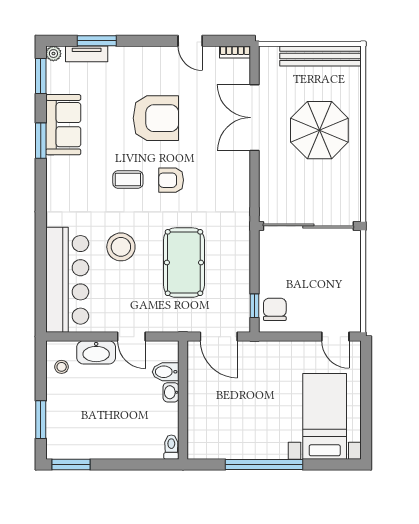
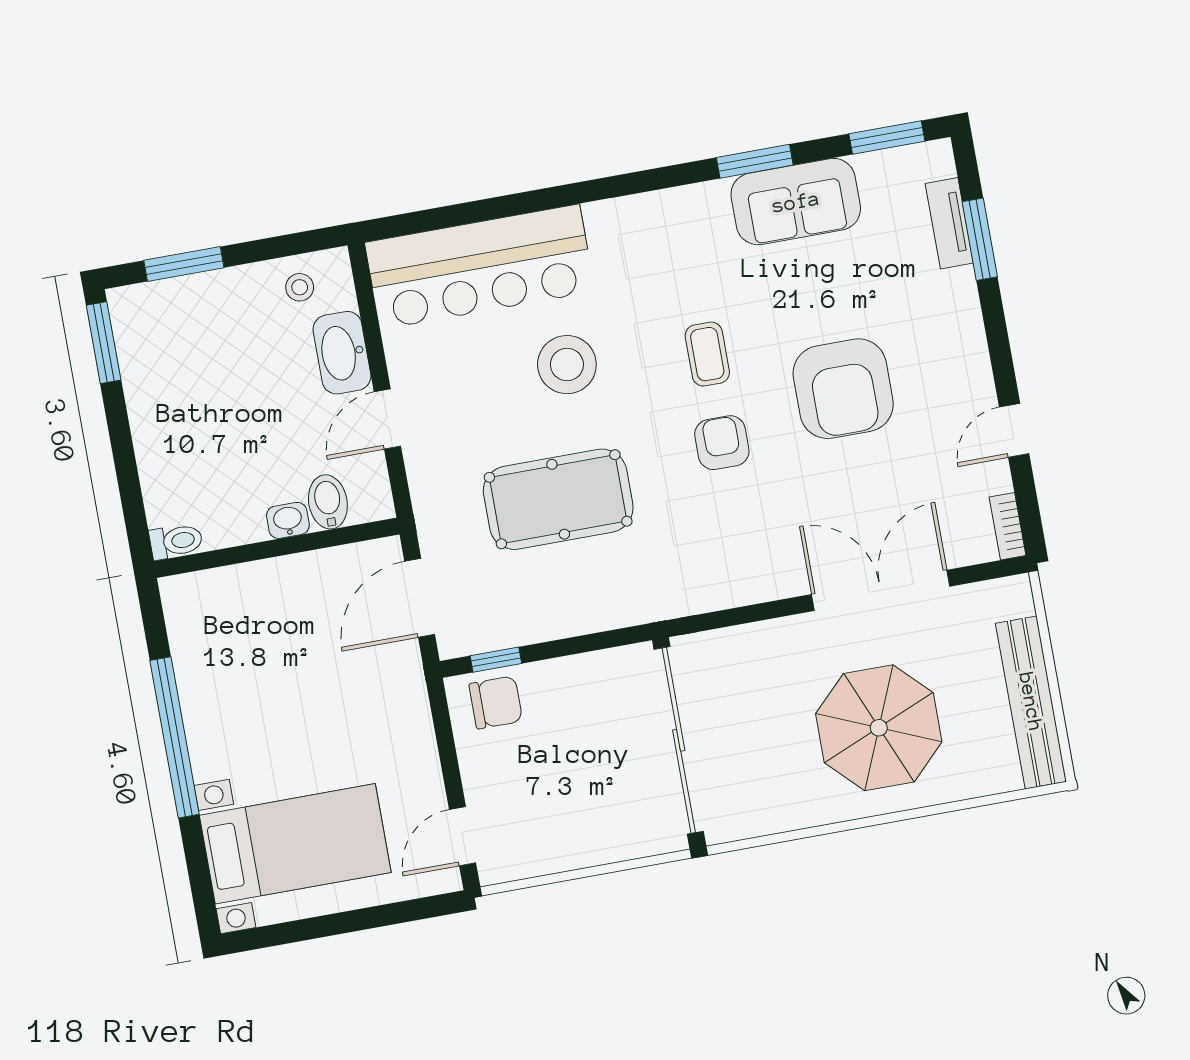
plant: (53, 54) -> (938, 155), removed

